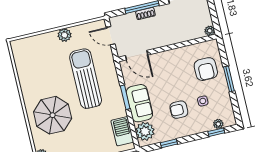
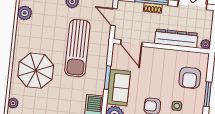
dresser: (179, 35) -> (176, 38), added
plant: (22, 63) -> (25, 13), added
sun lounger: (86, 79) -> (77, 48), turned 180

